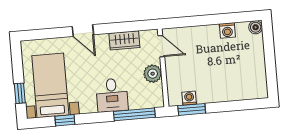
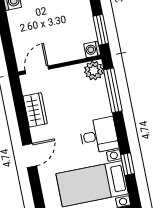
plant: (153, 74) -> (94, 71), moved
desk: (112, 95) -> (99, 135), moved
washing machine: (189, 98) -> (92, 49), moved

